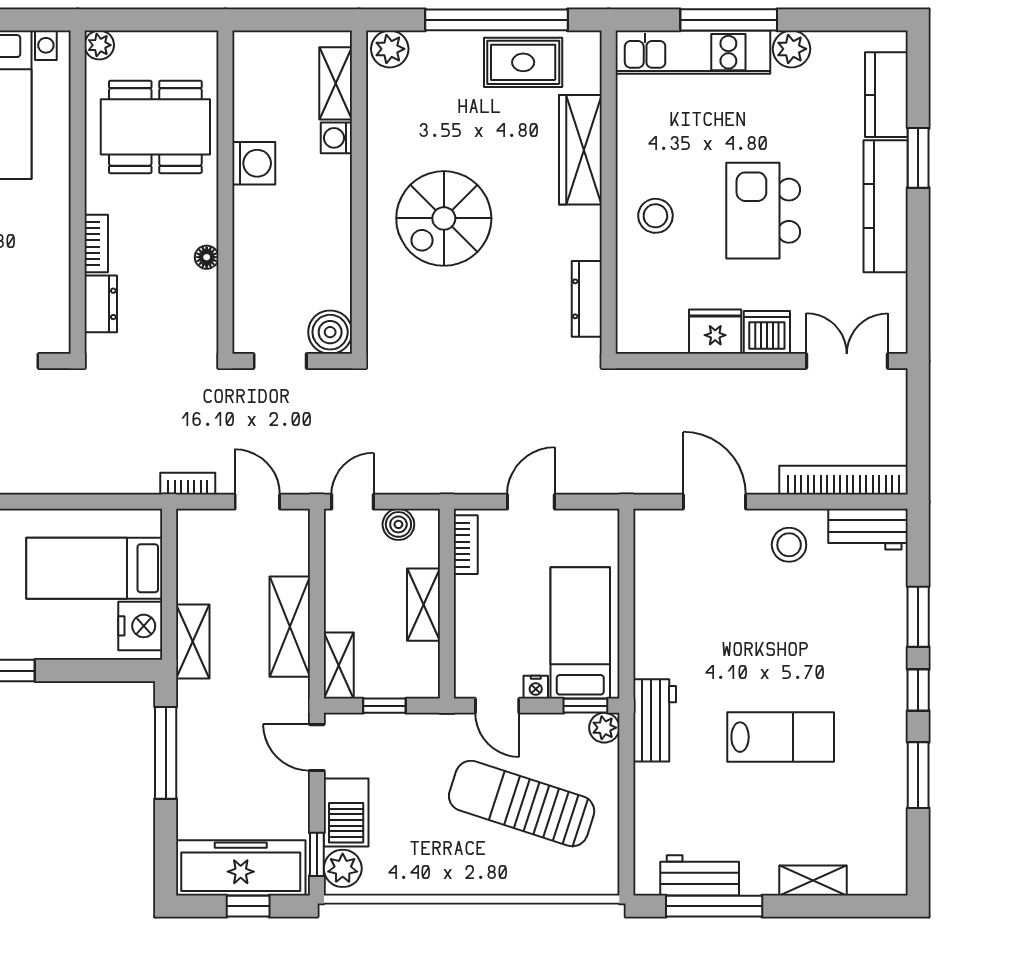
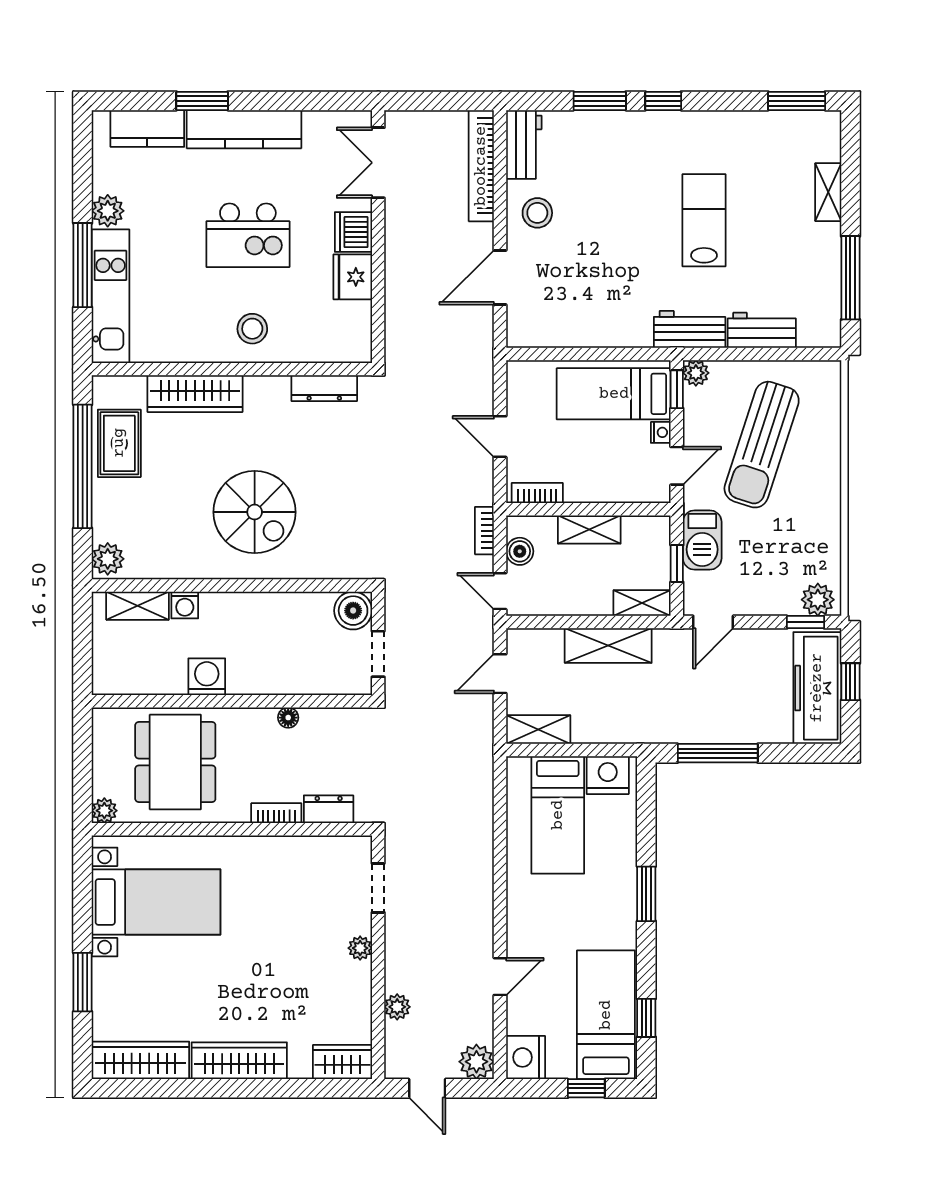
bookcase: (188, 484) -> (484, 531), moved
shelving: (193, 642) -> (538, 730), moved
window: (918, 775) -> (797, 101), moved
barbecue: (346, 813) -> (702, 540), moved, turned 90
workbench: (700, 875) -> (762, 330), moved, turned 90

